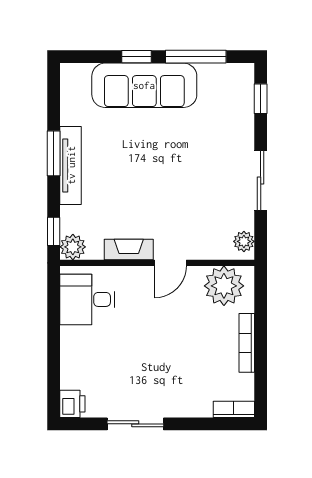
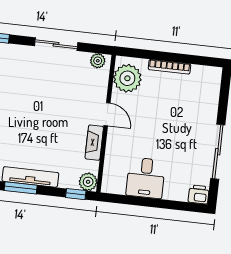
desk: (87, 299) -> (146, 178), moved
bookcase: (234, 409) -> (215, 81), removed
sliding door: (135, 424) -> (218, 152), width x1.37

